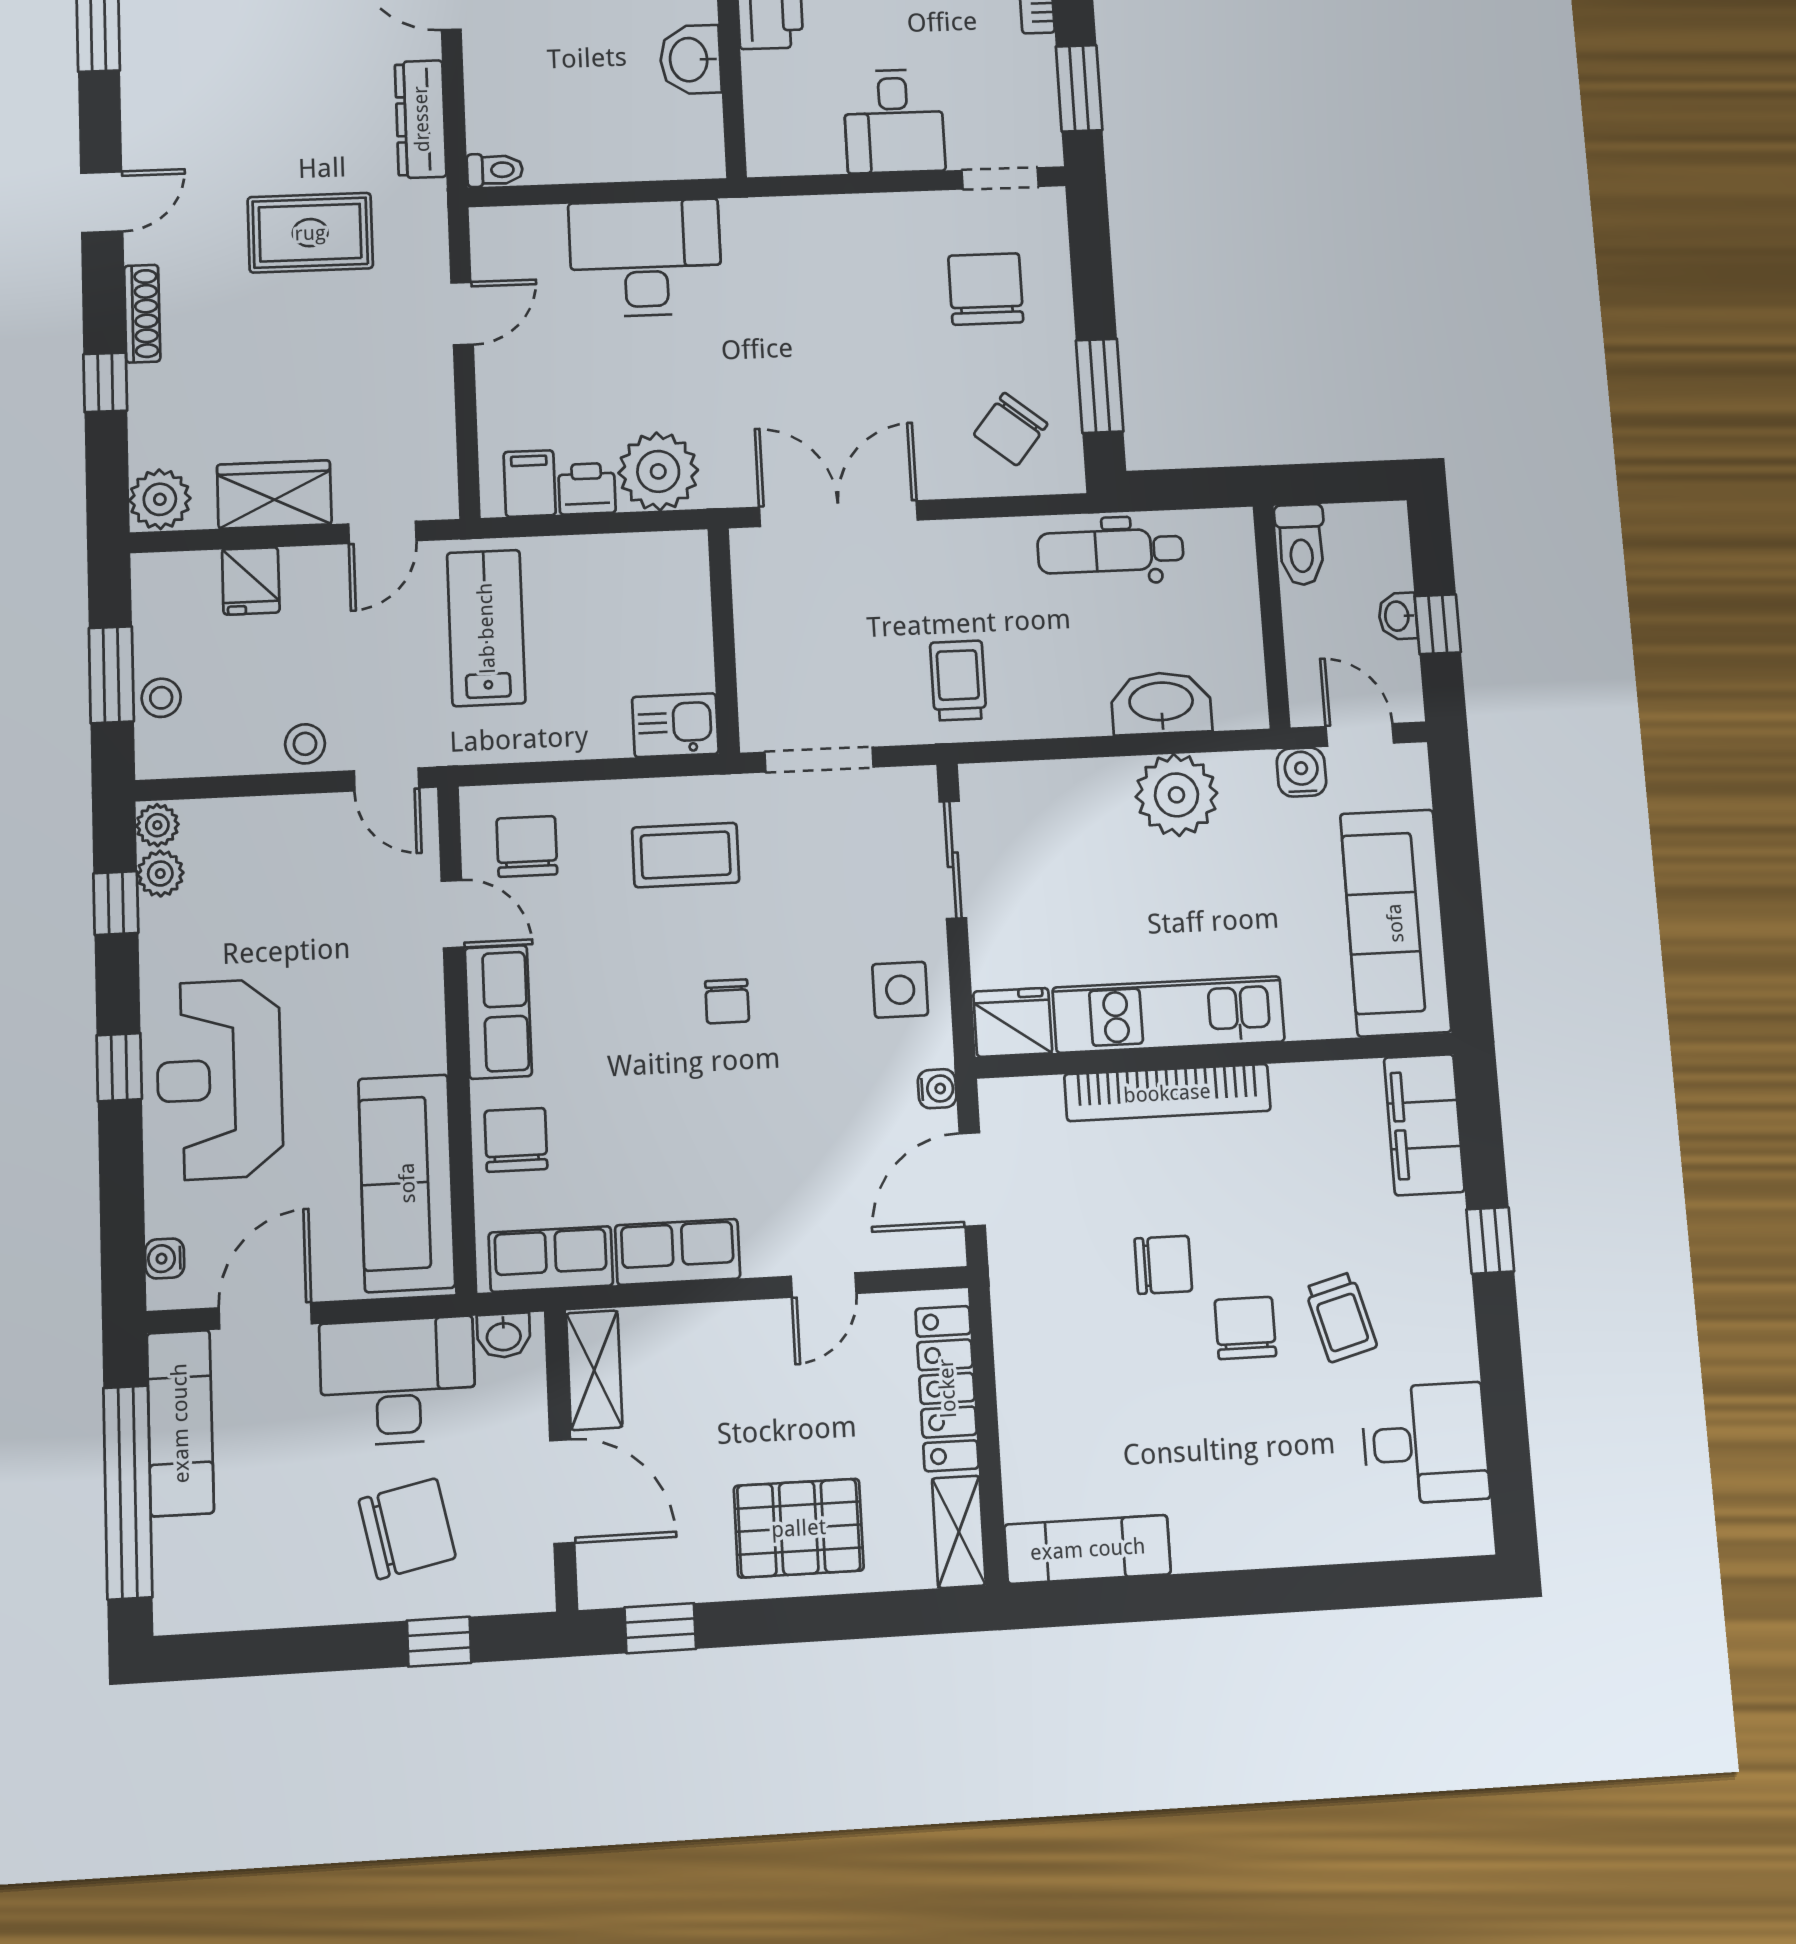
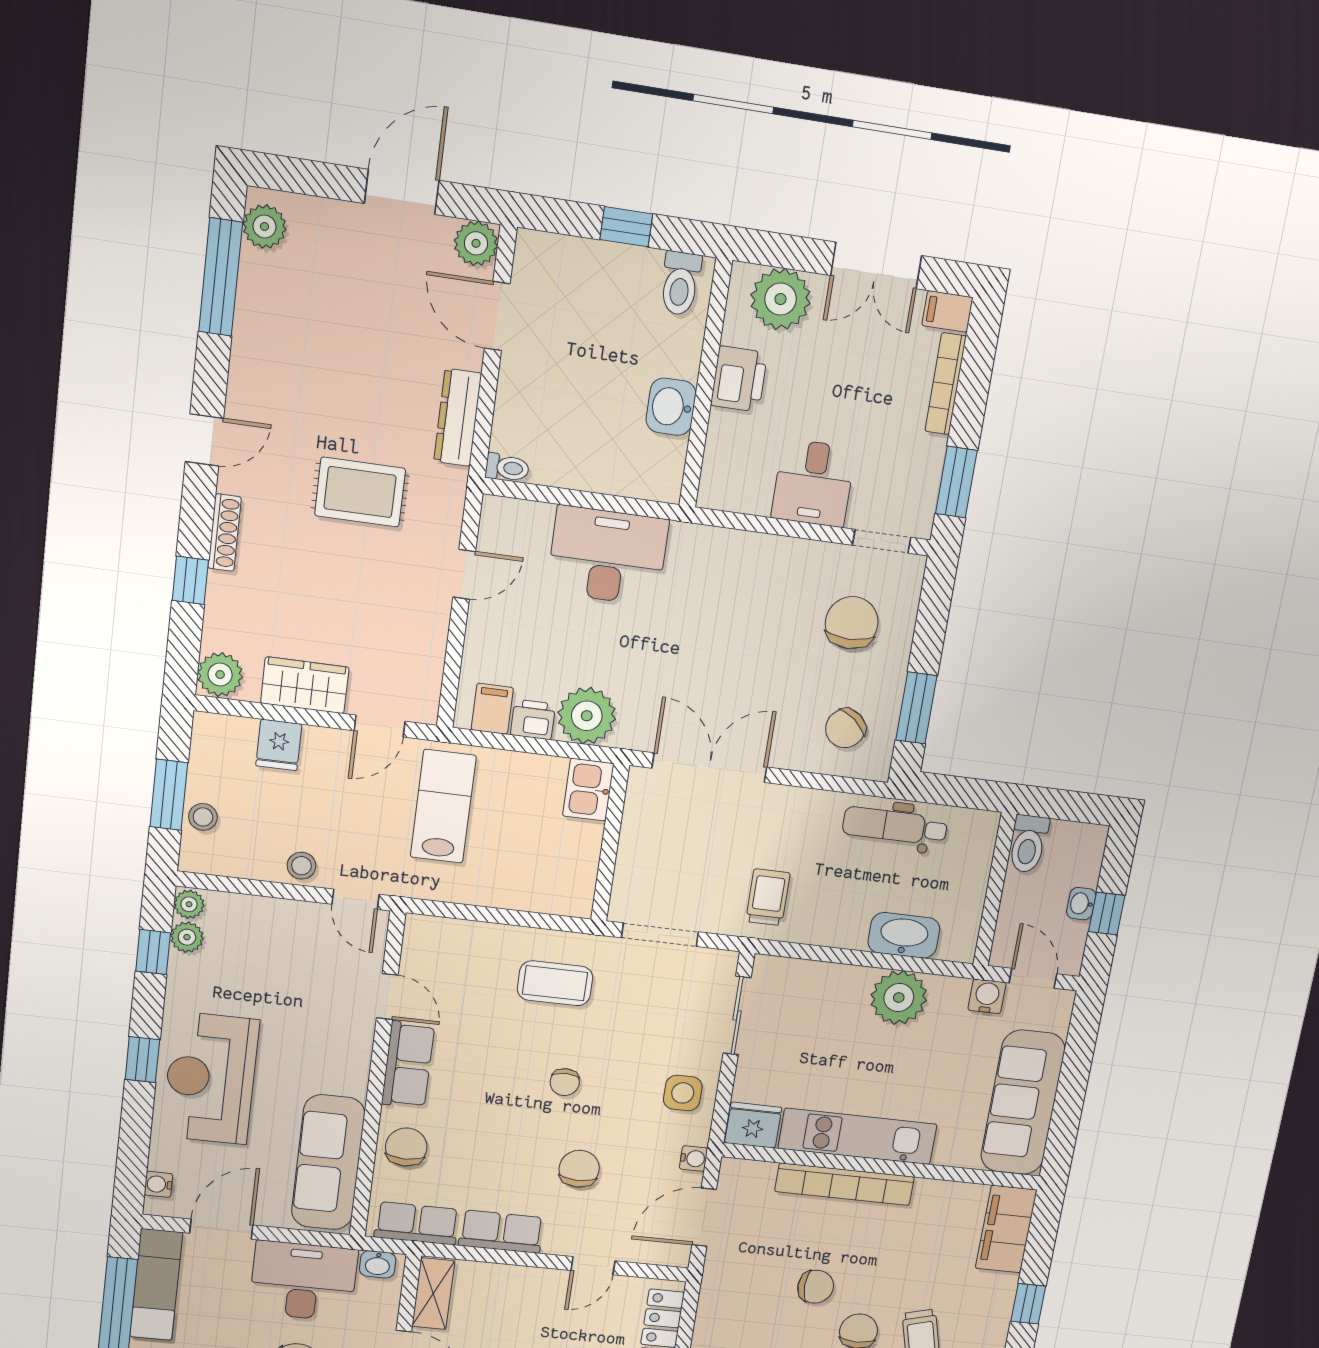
kitchen sink: (675, 725) -> (588, 790), moved, turned -90
chair: (527, 846) -> (579, 1169), moved

